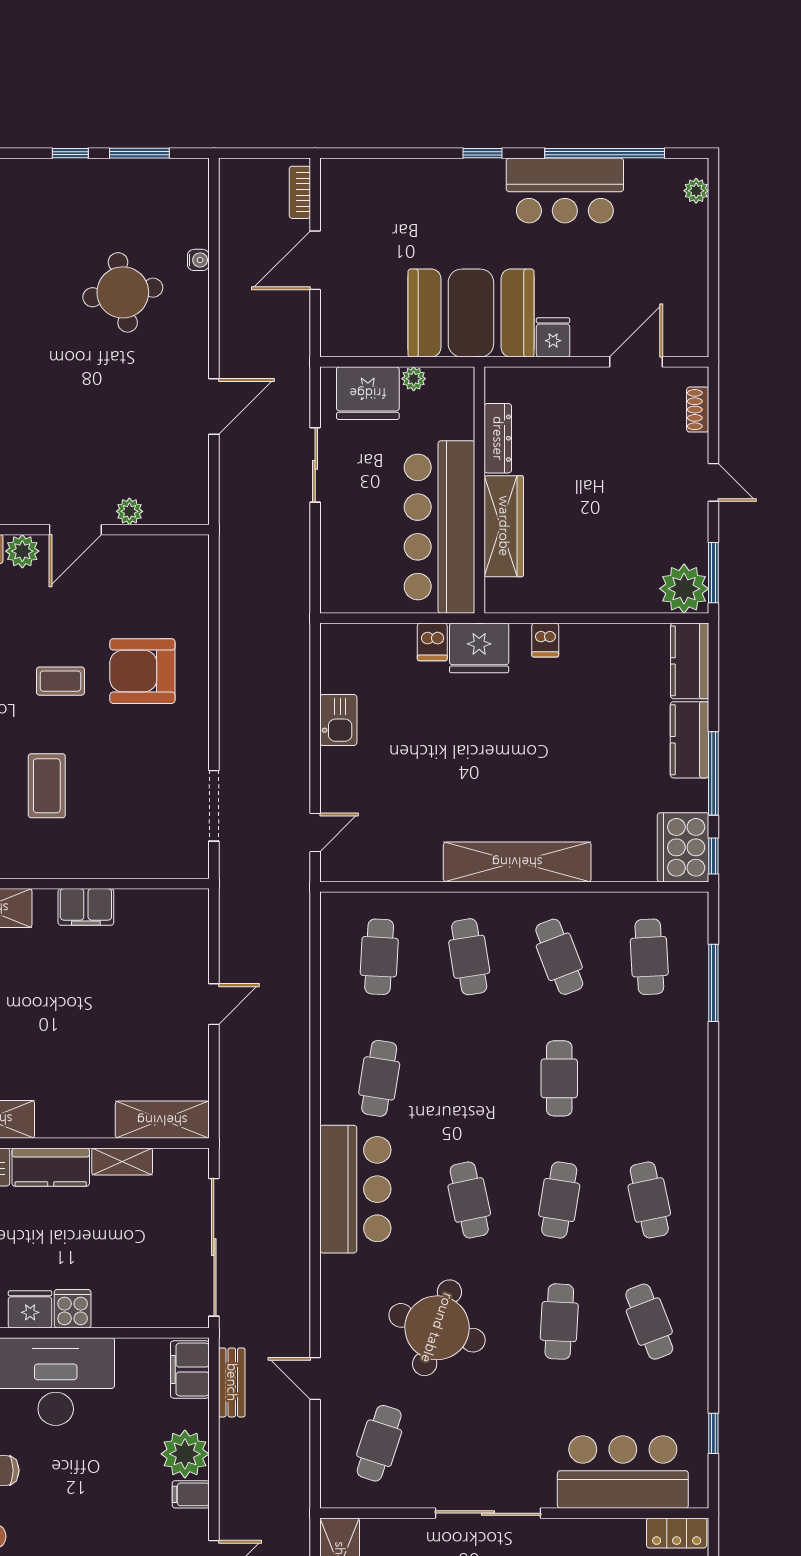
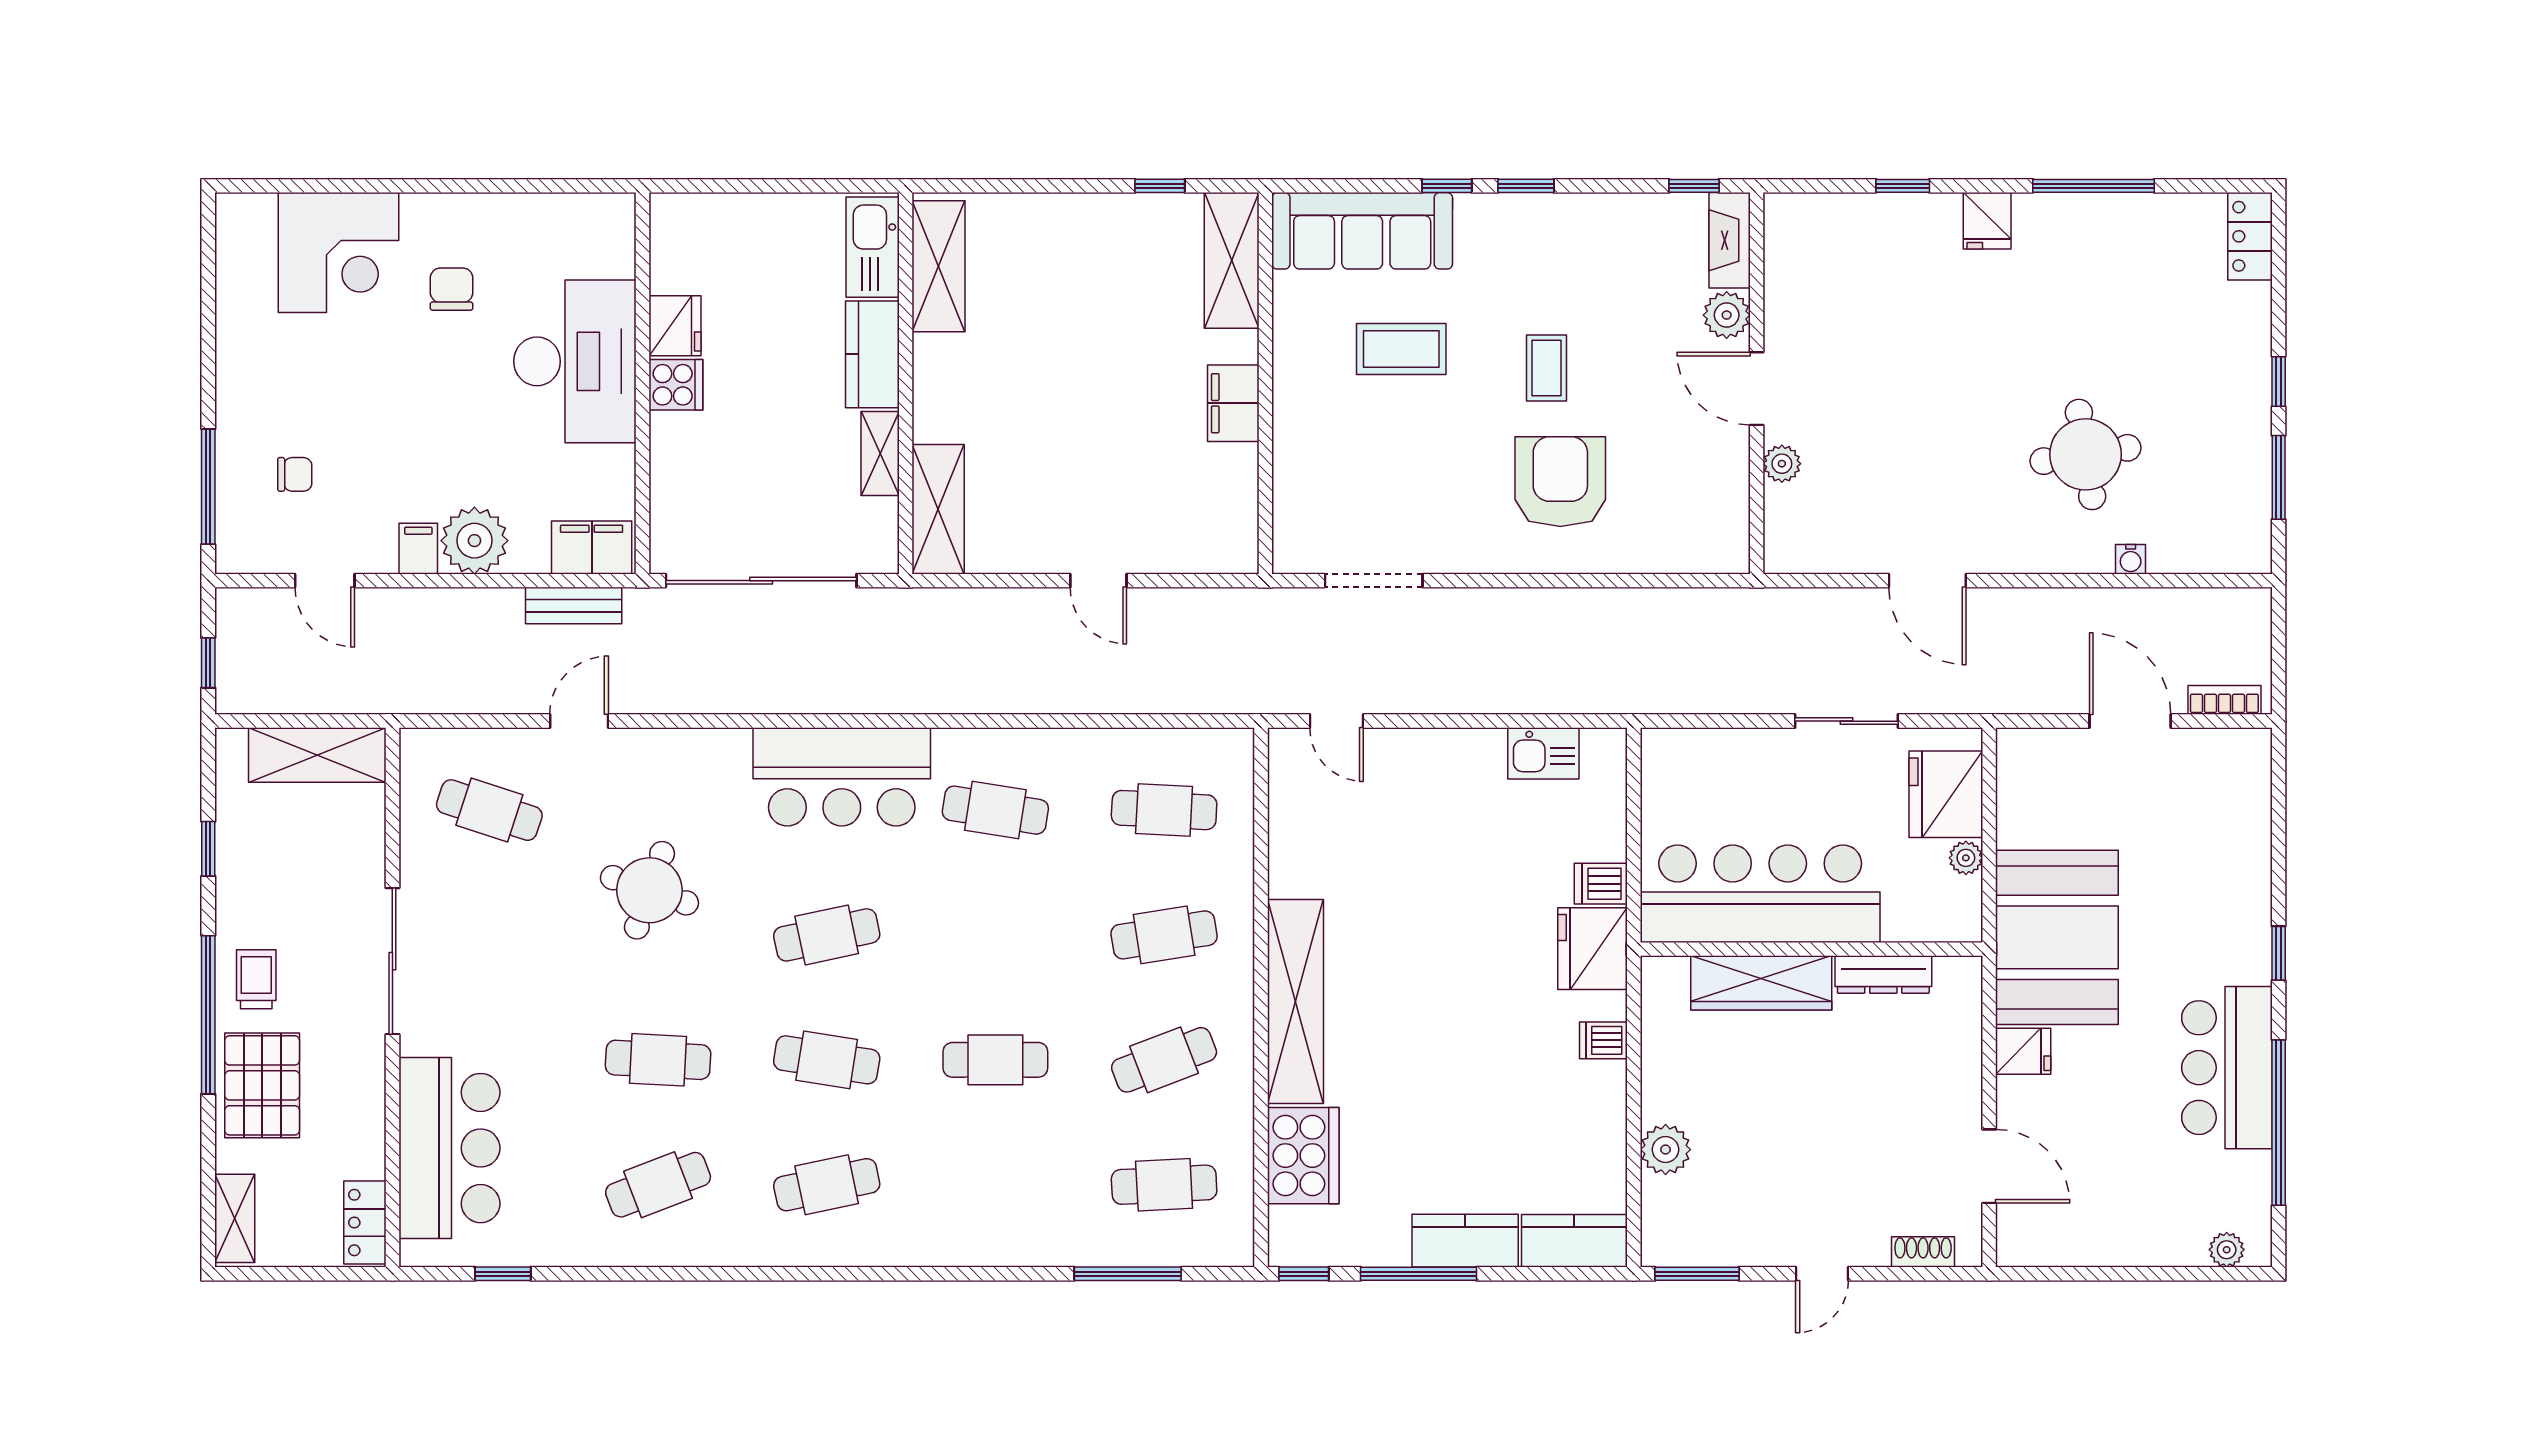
plant: (684, 589) -> (1666, 1150), moved, width x0.73, depth x0.73
kitchen sink: (338, 720) -> (1543, 753), moved
cooker: (683, 847) -> (1303, 1156), moved, turned 90
round table: (437, 1328) -> (649, 890), width x0.73, depth x0.73

